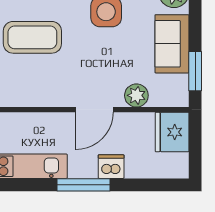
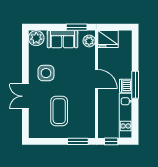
plant: (136, 95) -> (89, 41), moved
dishwasher: (111, 167) -> (126, 86), moved

